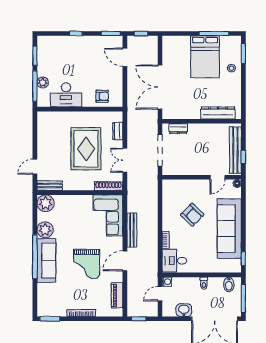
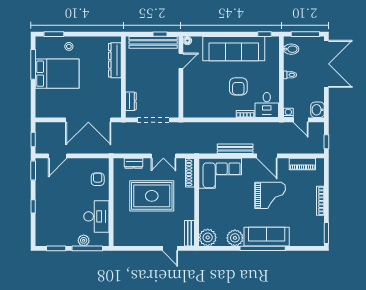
door: (217, 177) -> (181, 61), hinge flipped
armchair: (192, 215) -> (238, 86), moved, turned 136
washbasin: (184, 310) -> (318, 110), moved

